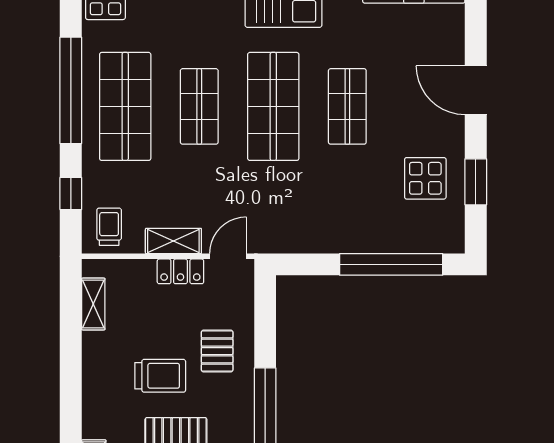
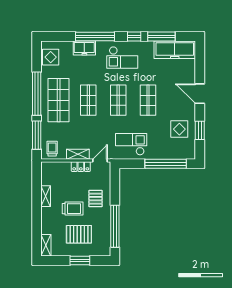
shop shelf: (273, 106) -> (118, 100), width x0.70, depth x0.74
window: (71, 194) -> (37, 135), width x2.17
checkout: (305, 216) -> (131, 144), added
shelving: (93, 304) -> (46, 196), moved

